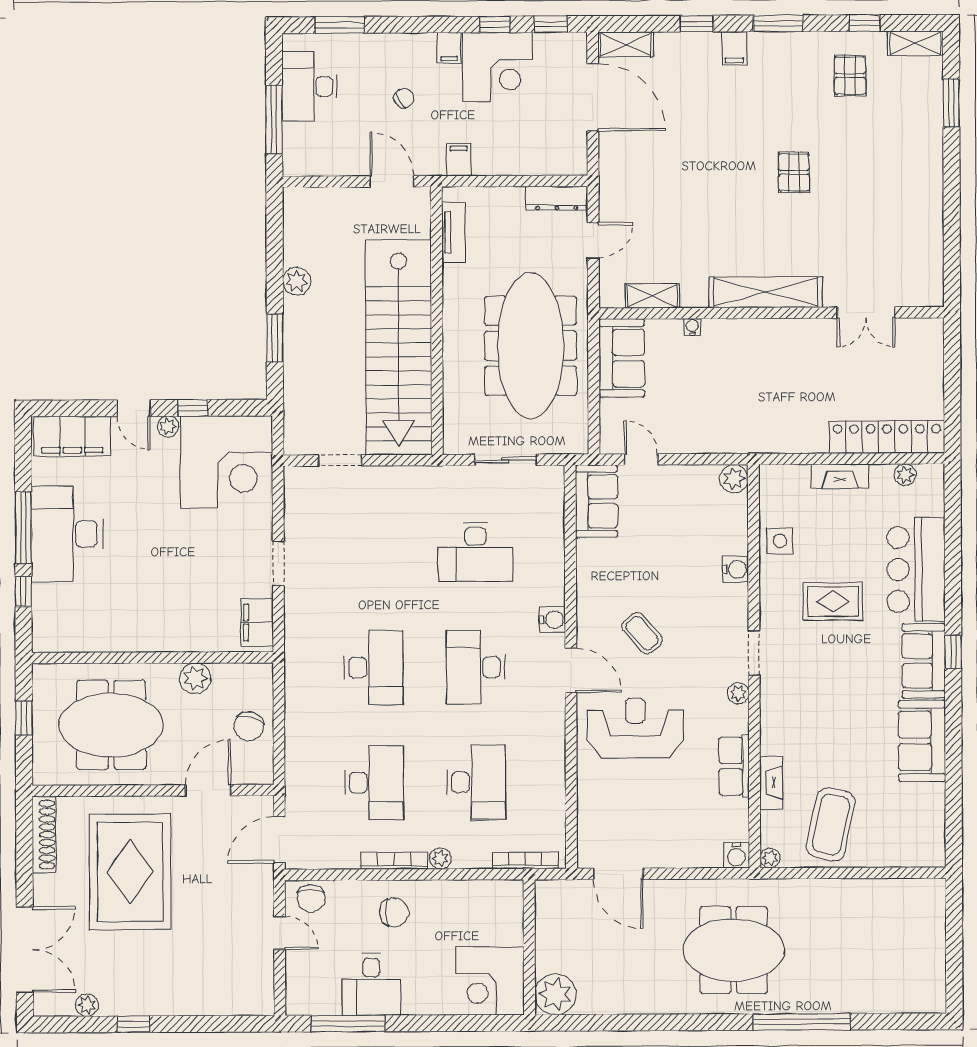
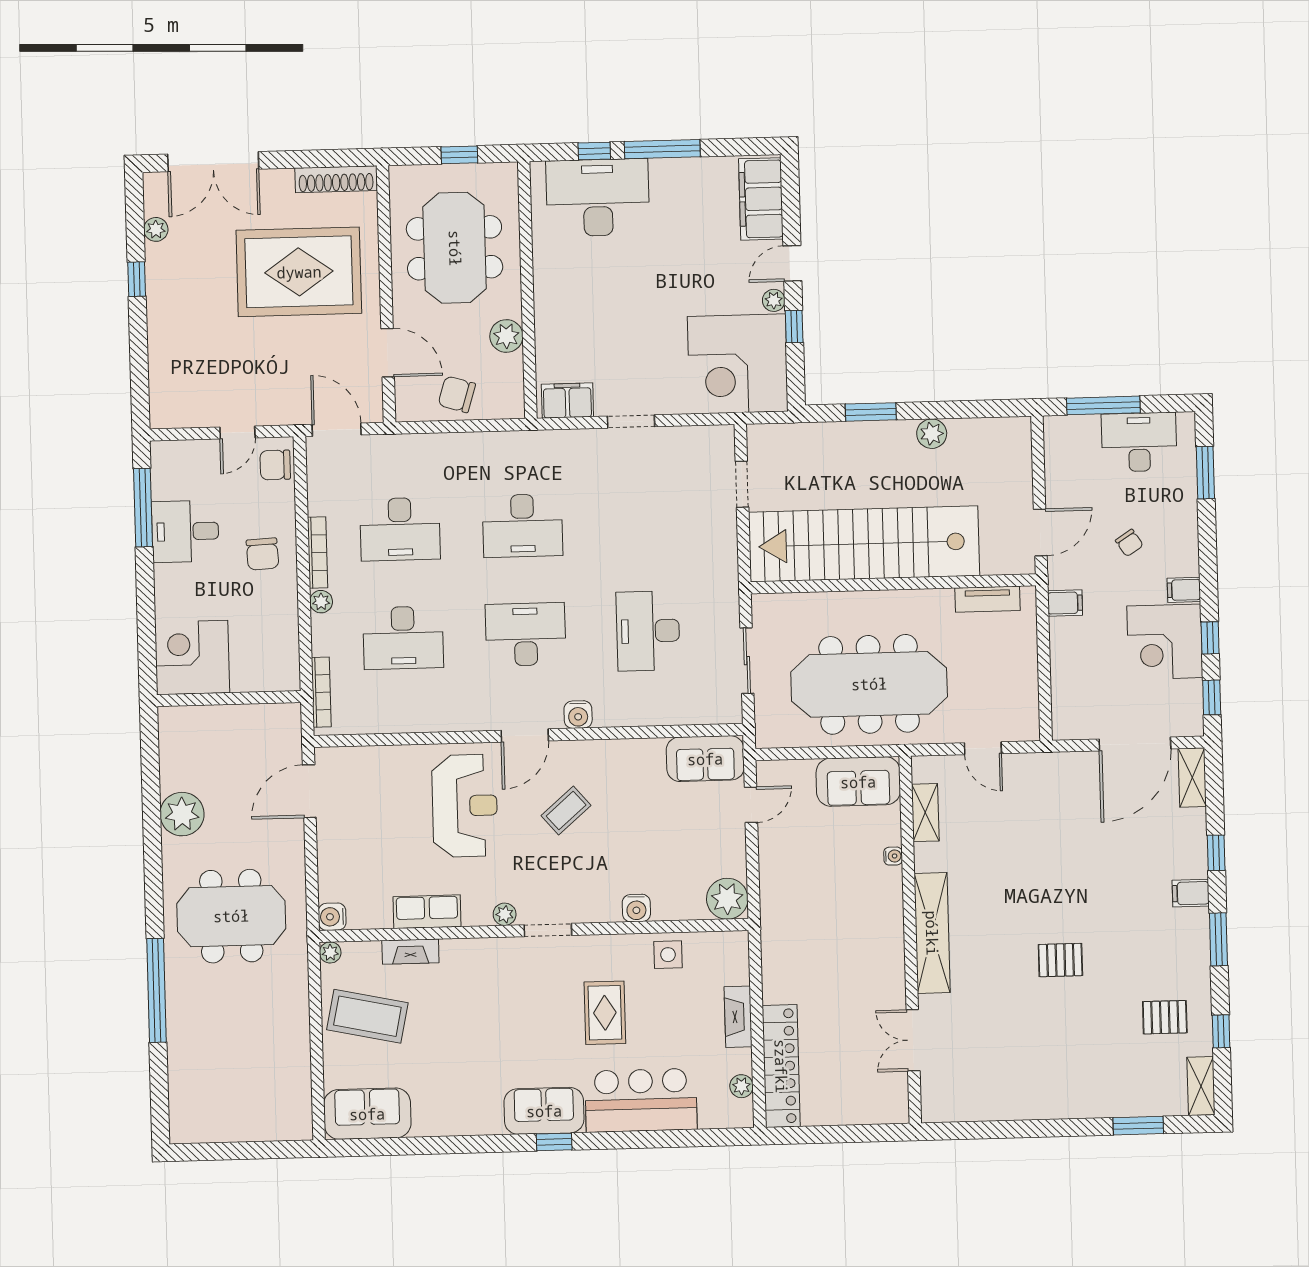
dresser: (557, 198) -> (1027, 708), removed
plant: (734, 479) -> (727, 899), width x1.36, depth x1.36
desk: (67, 534) -> (598, 198), moved
sofa: (922, 741) -> (367, 1114), moved
meeting table: (734, 950) -> (231, 916), turned 90
plant: (555, 994) -> (182, 814), moved

